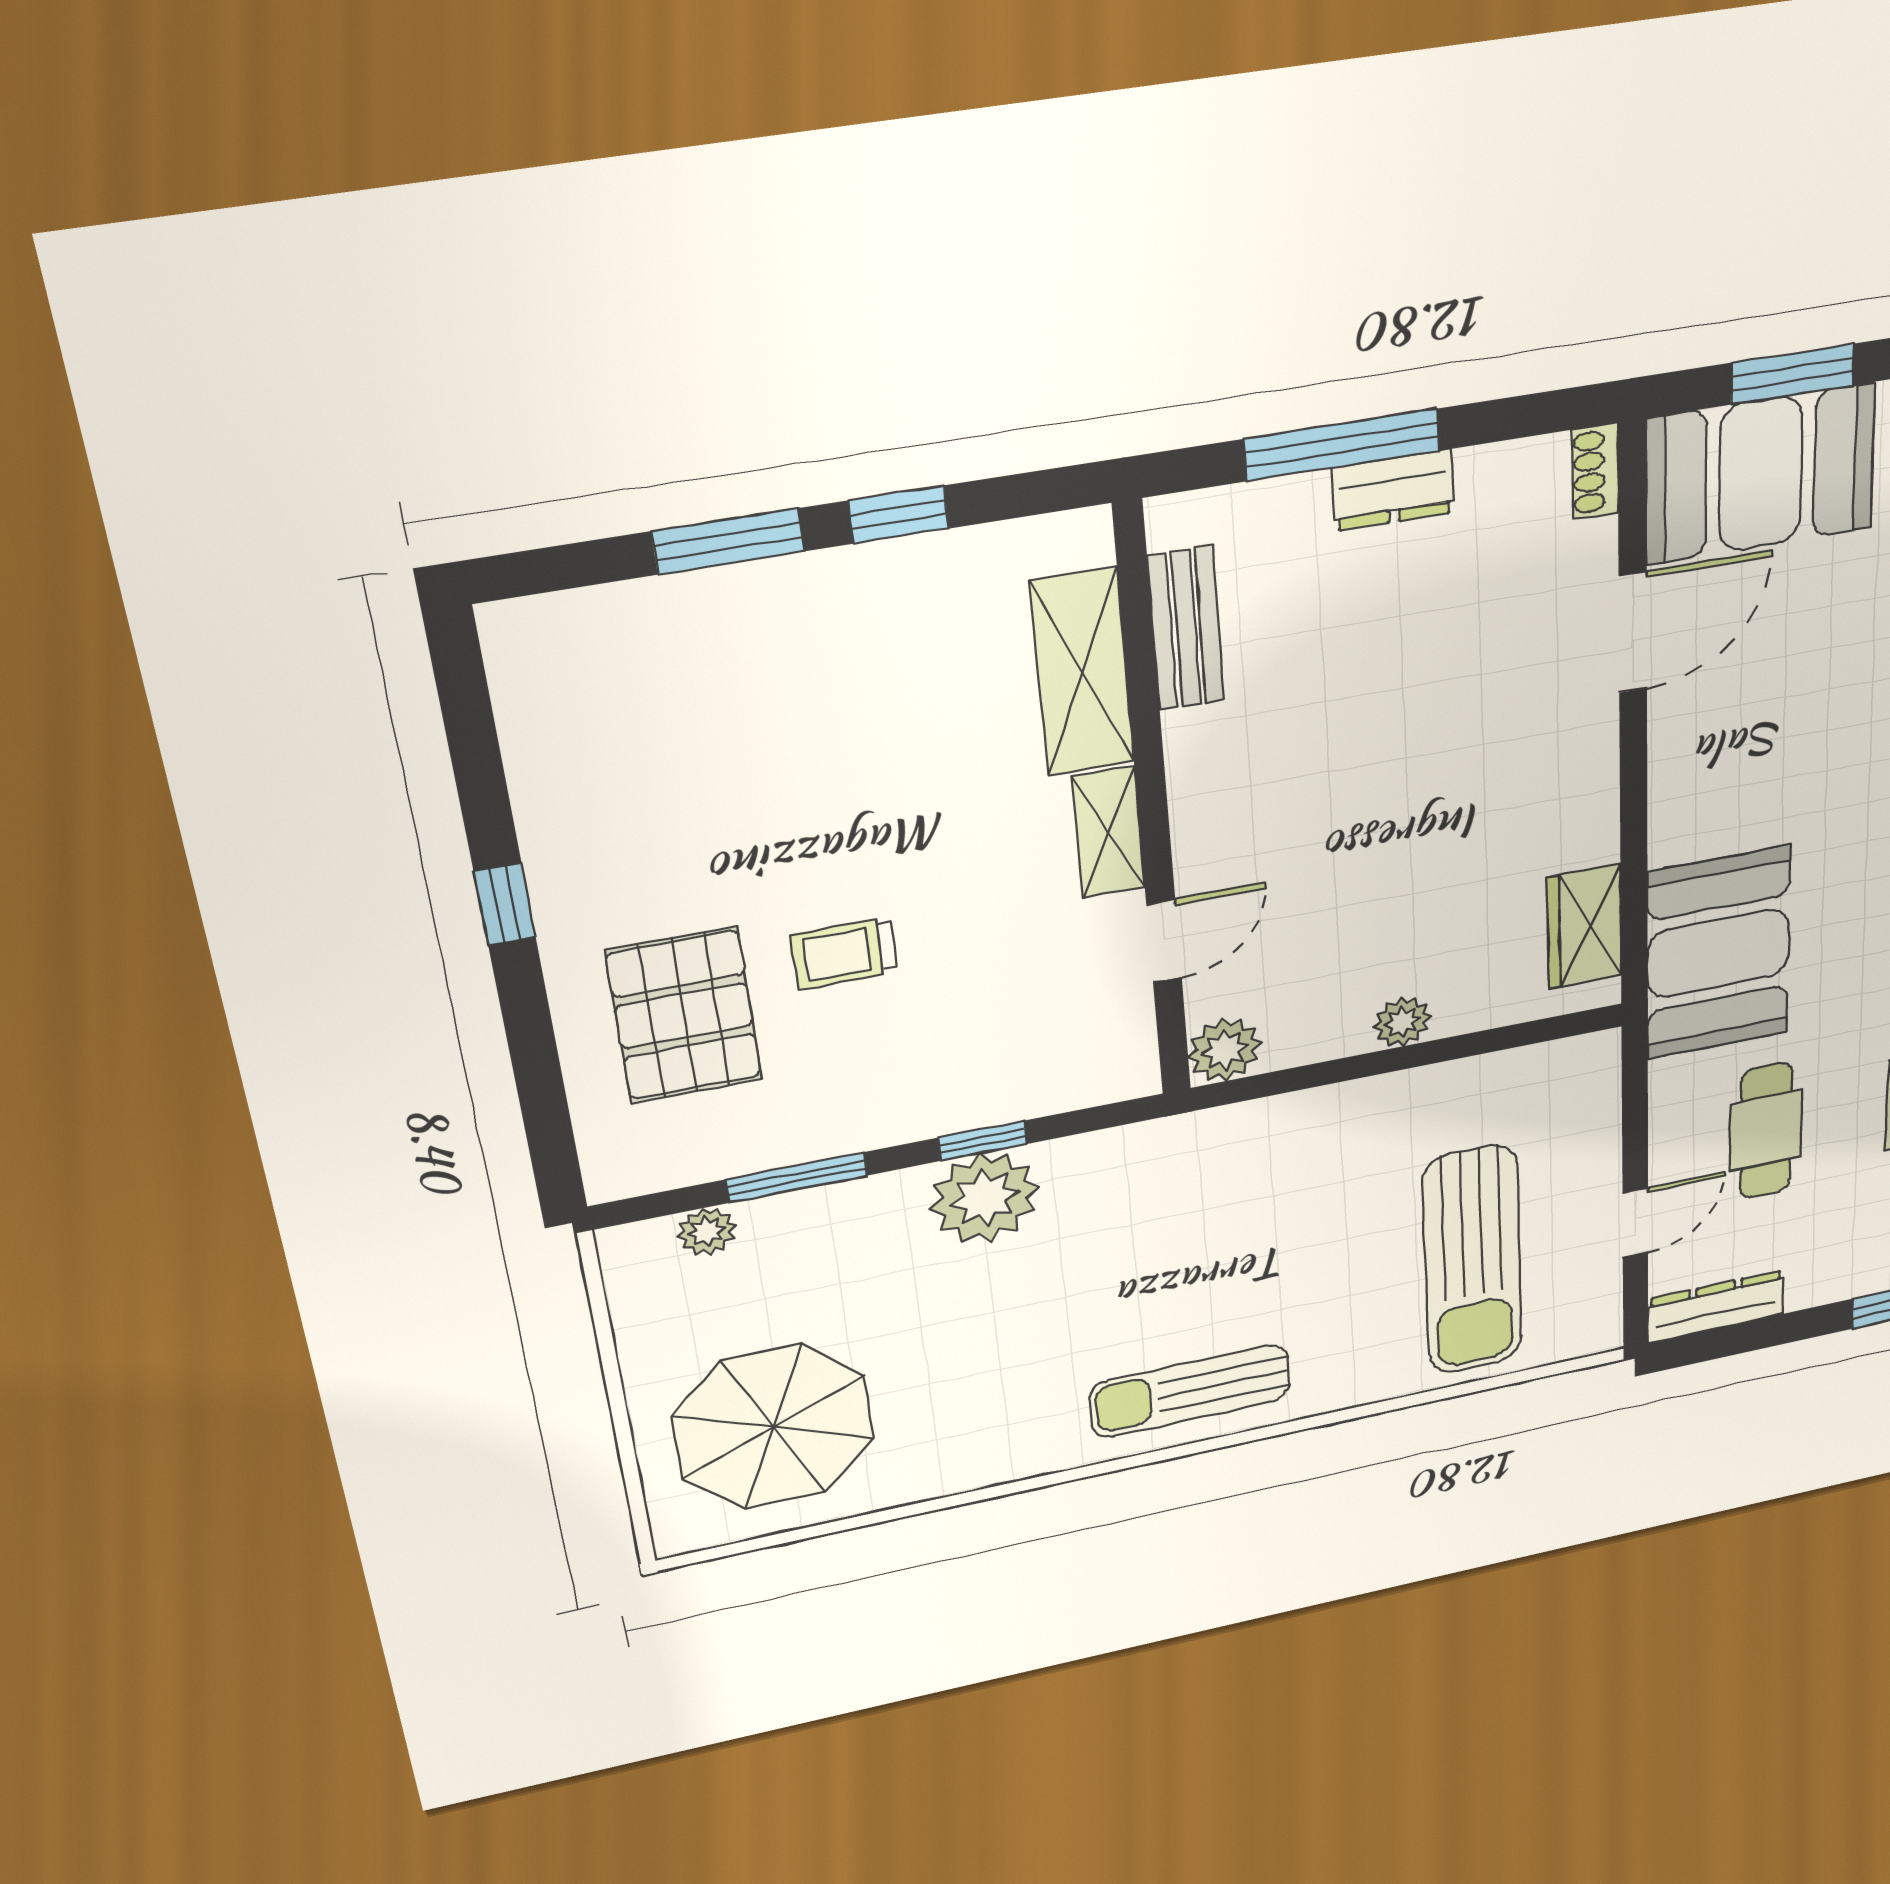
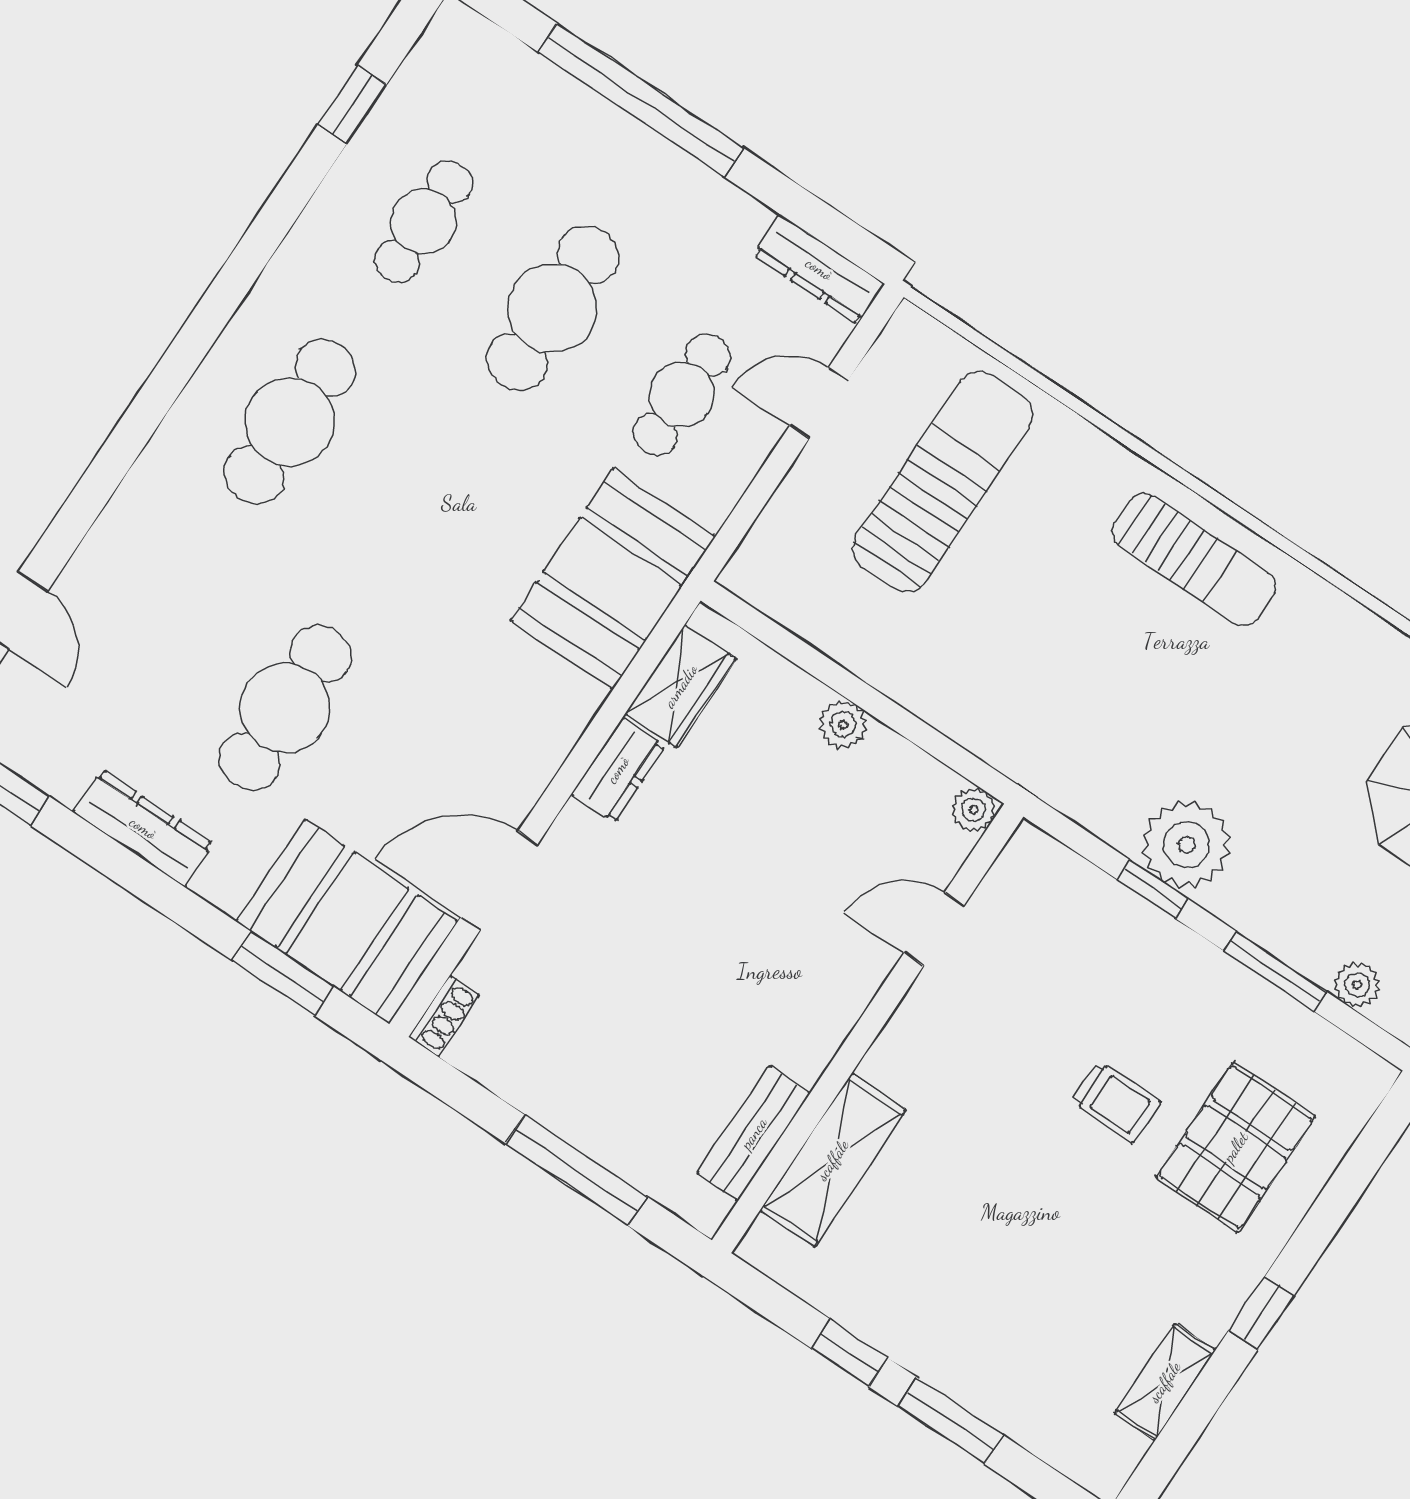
dresser: (1393, 490) -> (618, 770), moved, turned 90
shelving: (1109, 832) -> (1165, 1382), moved
plant: (1225, 1050) -> (974, 810), width x0.73, depth x0.73

